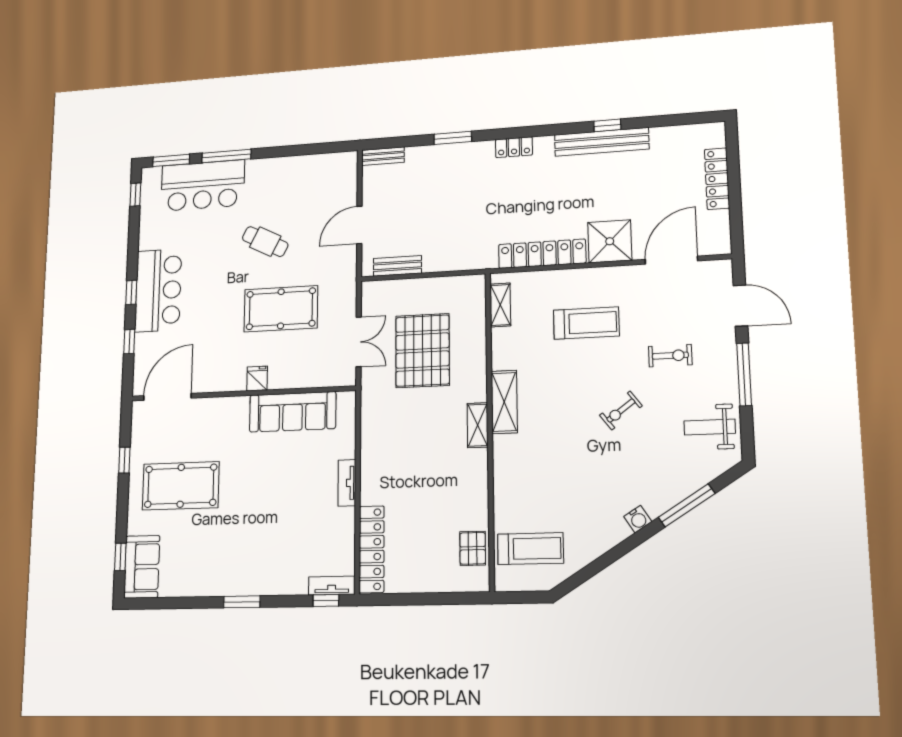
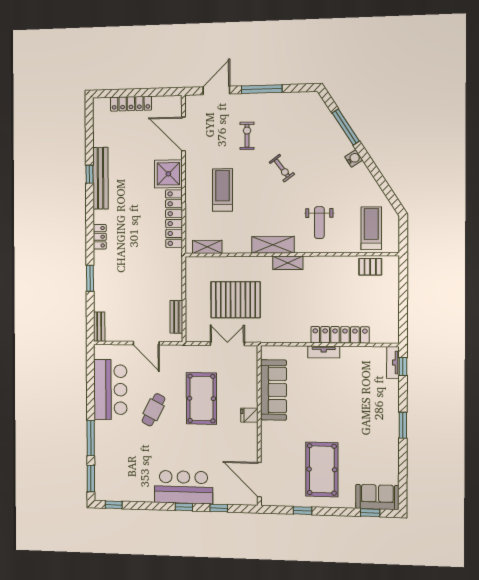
bar counter: (203, 185) -> (110, 390), moved
weight bench: (710, 427) -> (319, 223), moved
locker: (372, 549) -> (340, 335), moved

